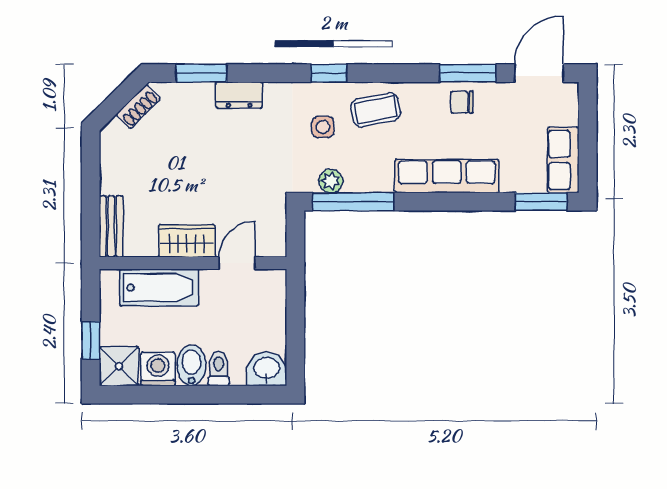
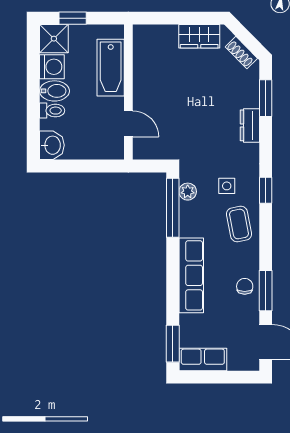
bench: (111, 226) -> (155, 33), removed
wardrobe: (187, 241) -> (199, 36), moved, turned 90

